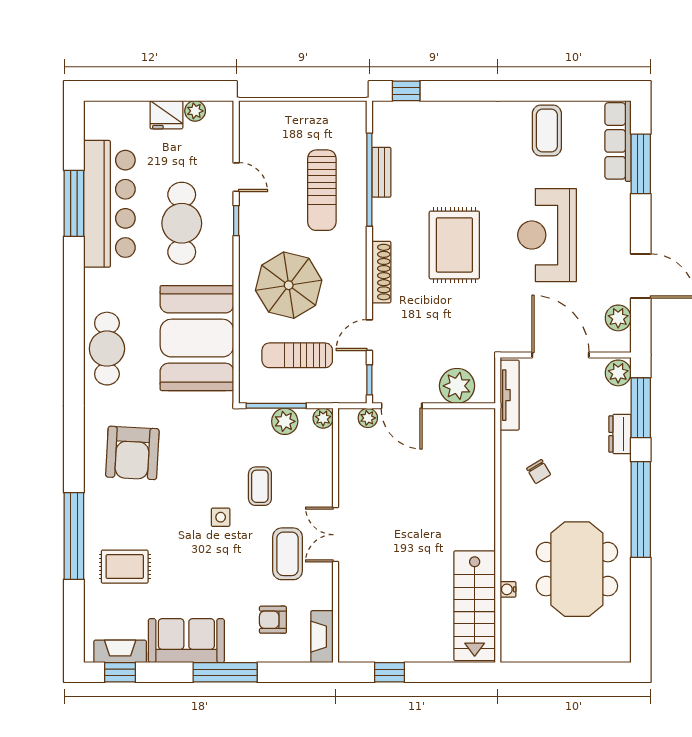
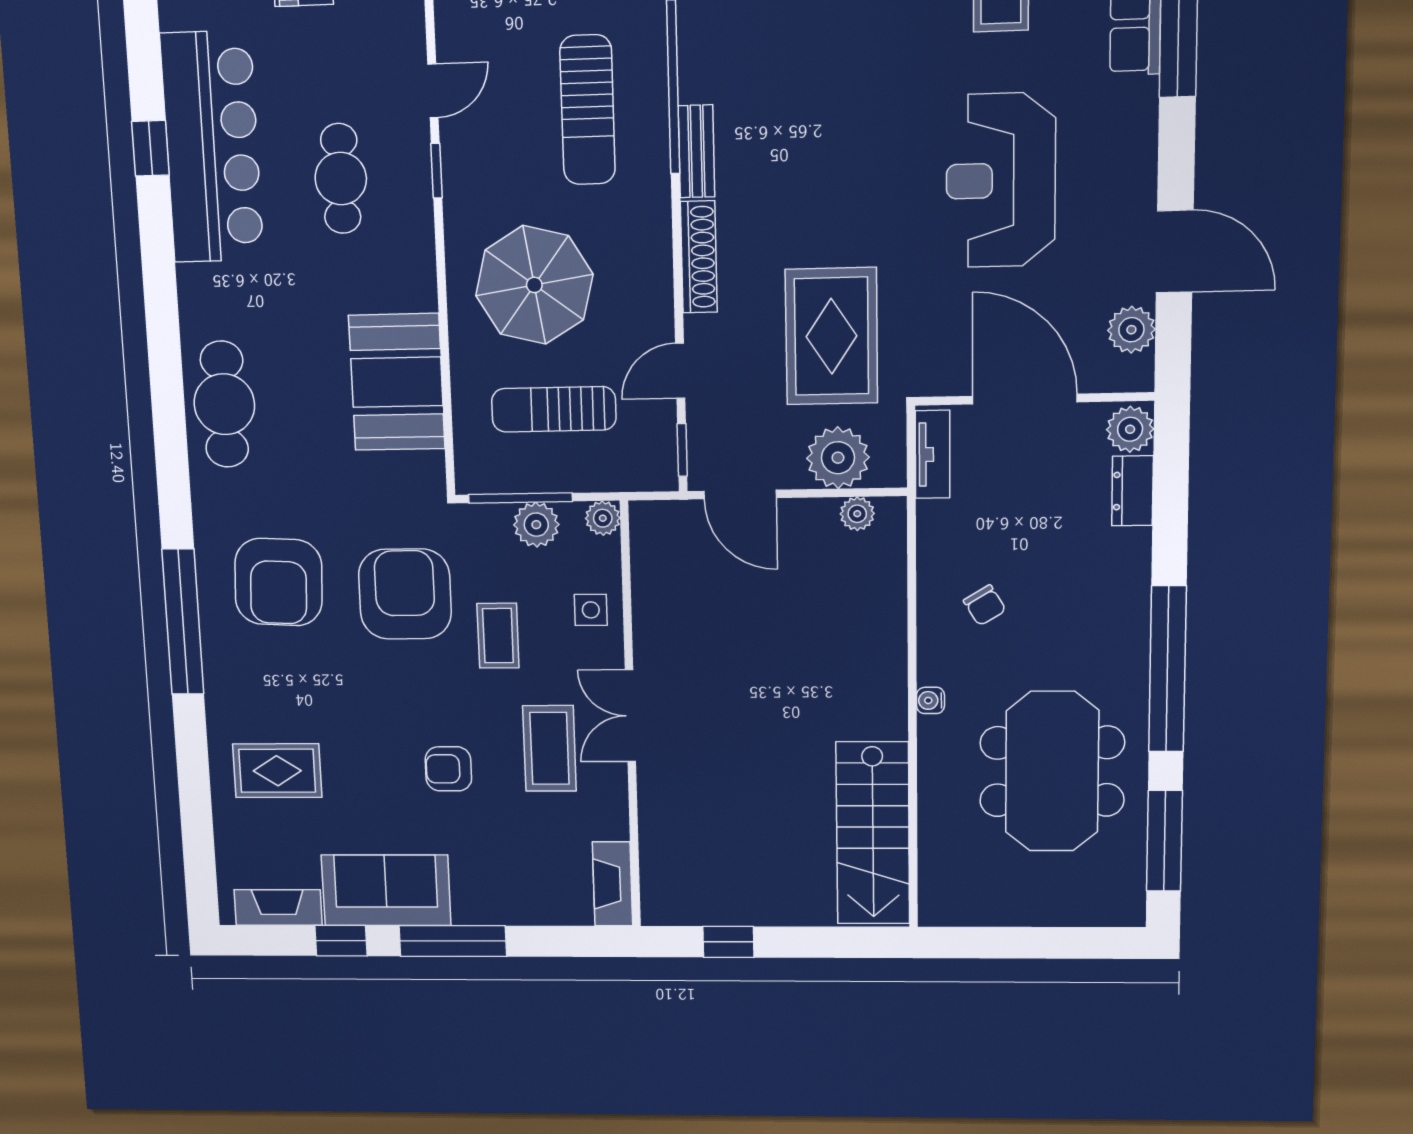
bench: (381, 172) -> (696, 151), moved
door: (236, 177) -> (433, 91), hinge flipped
window: (74, 203) -> (150, 148), width x0.46
cafe table: (182, 223) -> (341, 178), width x0.73, depth x0.74
rug: (454, 245) -> (831, 336), moved
booth: (197, 338) -> (397, 382), width x0.73, depth x0.70
tv unit: (510, 395) -> (933, 454), width x0.71
window: (641, 408) -> (1164, 841), moved
plant: (368, 418) -> (857, 514), moved
dresser: (620, 434) -> (1133, 491), moved
armchair: (207, 461) -> (405, 594), added
side table: (221, 517) -> (591, 610), moved
window: (74, 536) -> (183, 622), moved
water cooler: (508, 589) -> (930, 700), moved
armchair: (273, 620) -> (448, 769), moved
window: (120, 672) -> (341, 941), moved

